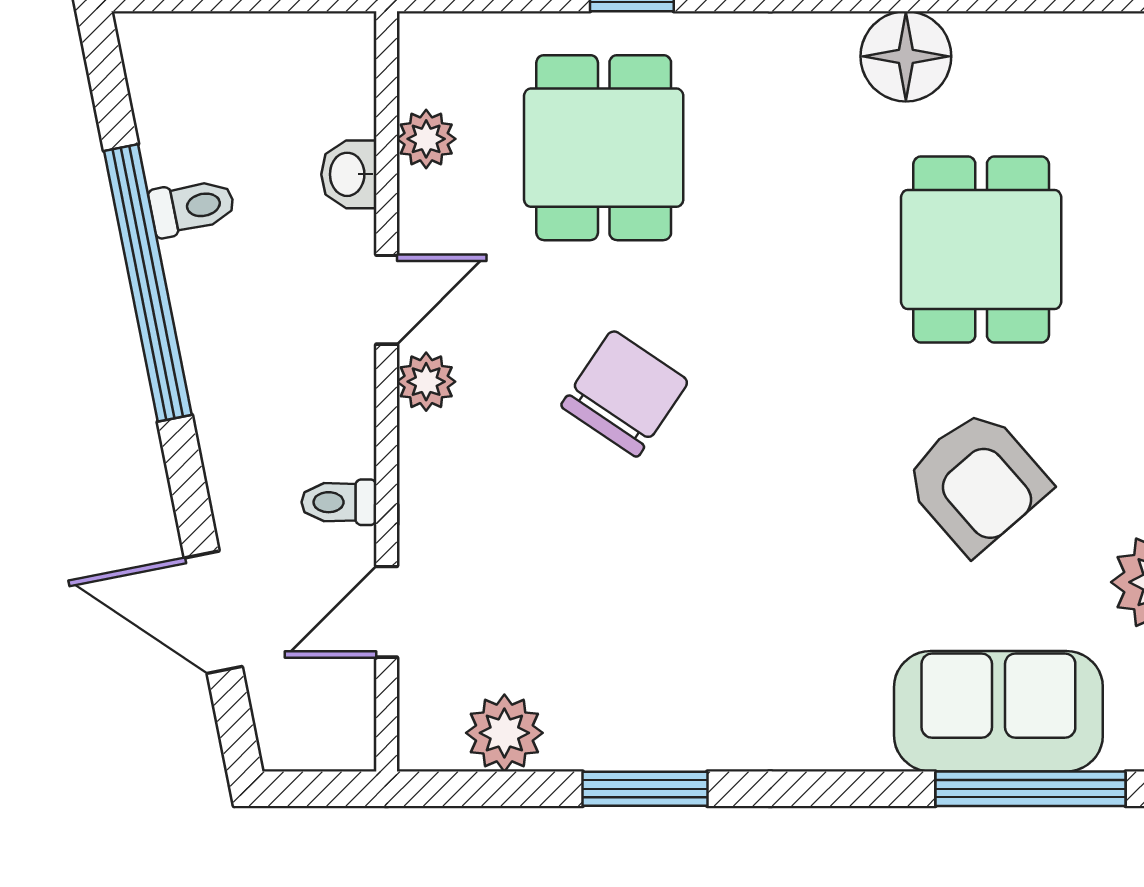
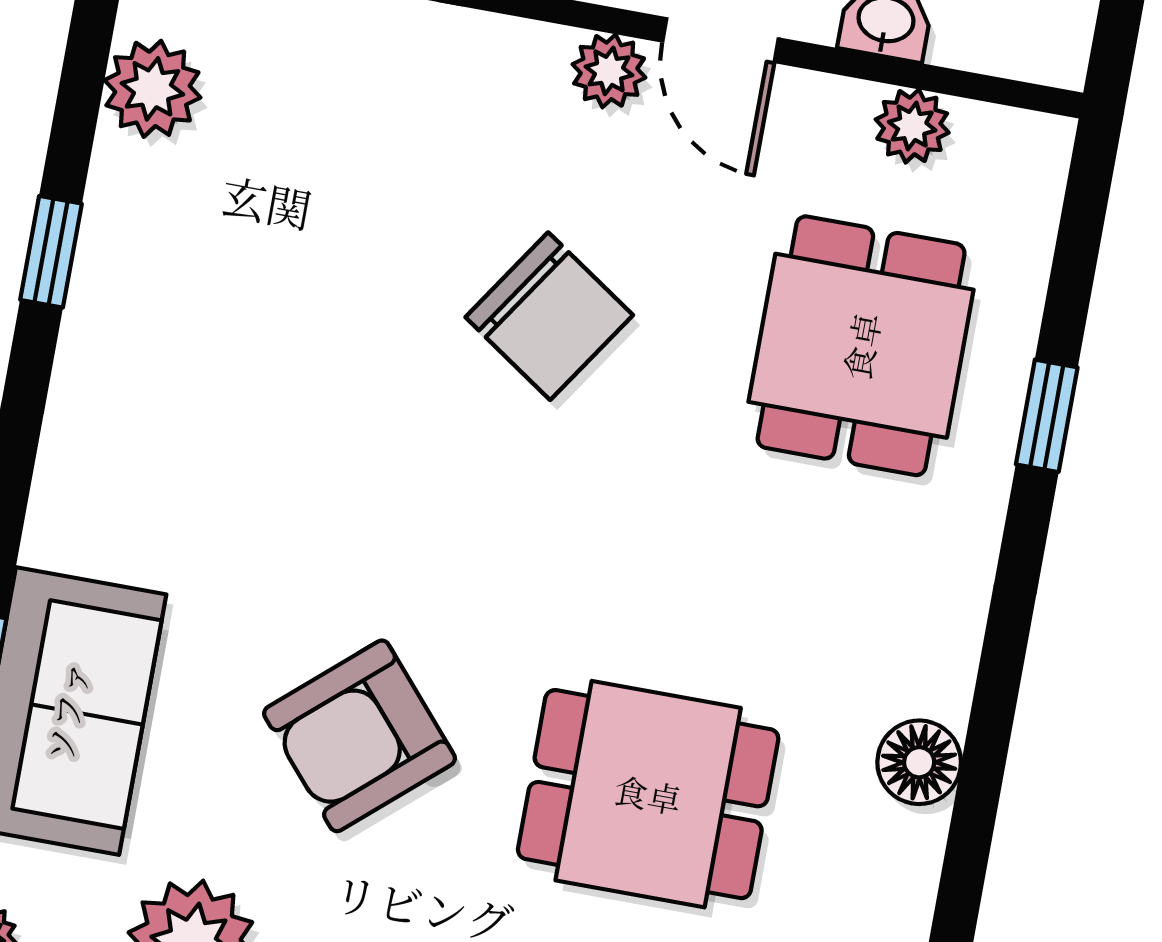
floor lamp: (906, 56) -> (919, 762), width x0.73, depth x0.73
dining table: (604, 148) -> (861, 346), turned 90
window: (645, 789) -> (51, 252), width x0.67

